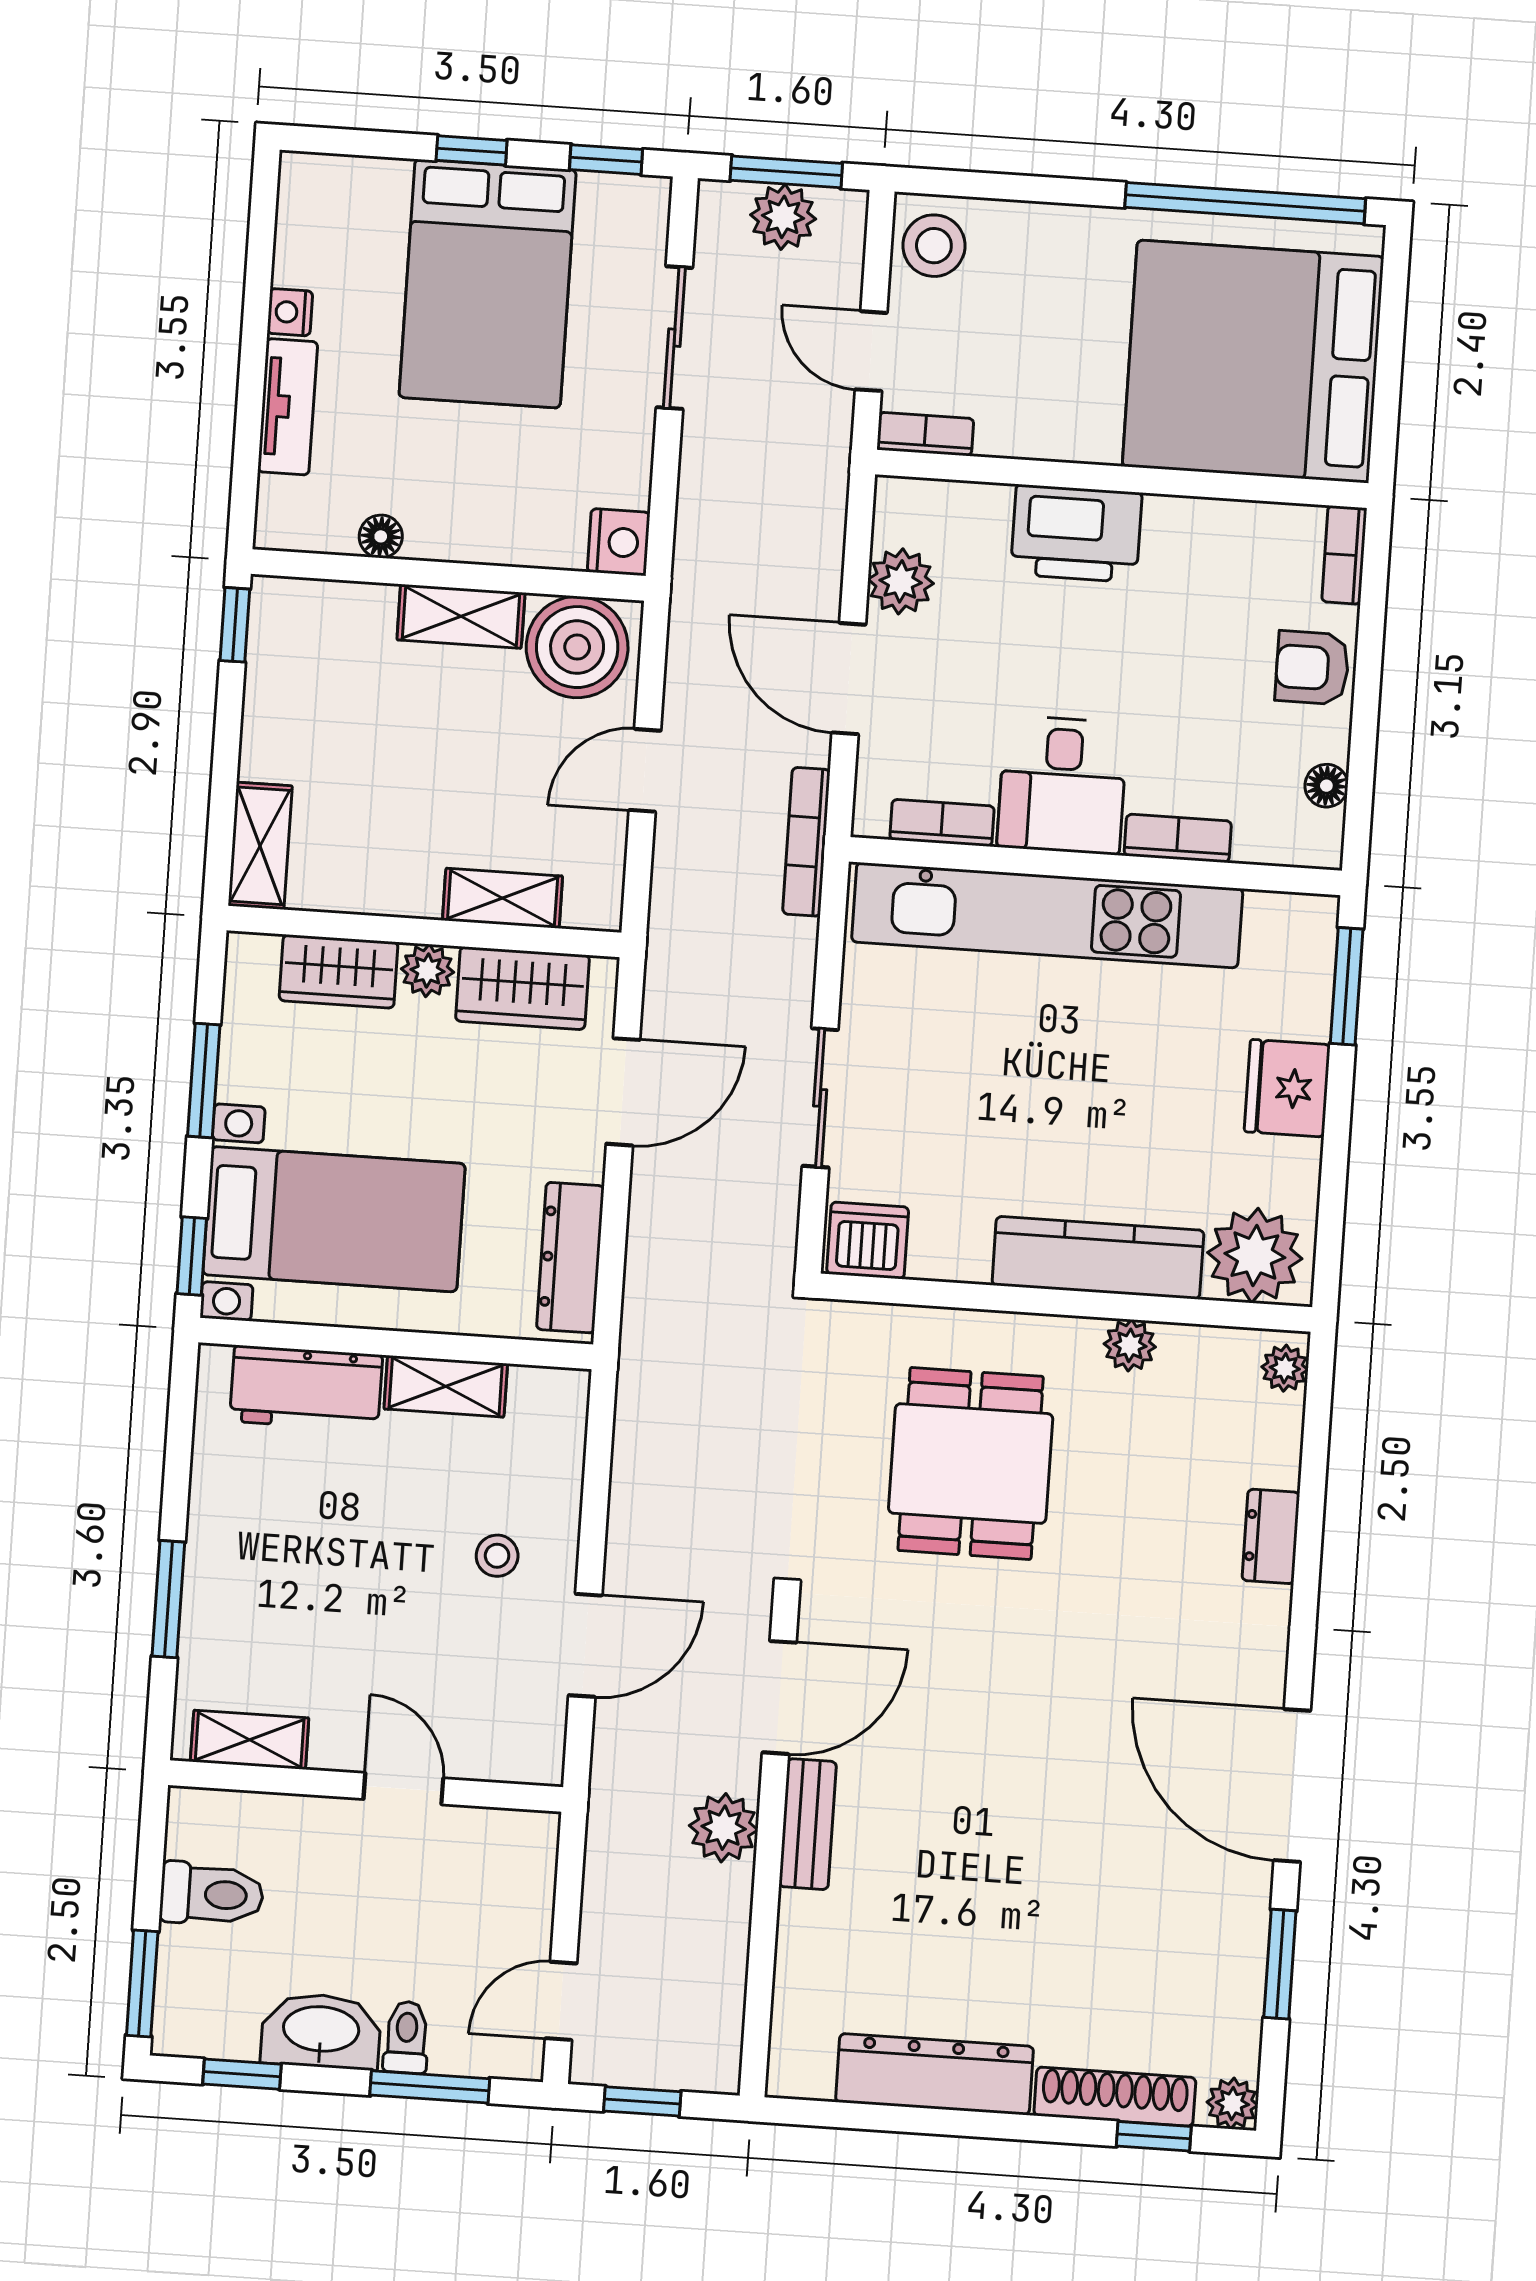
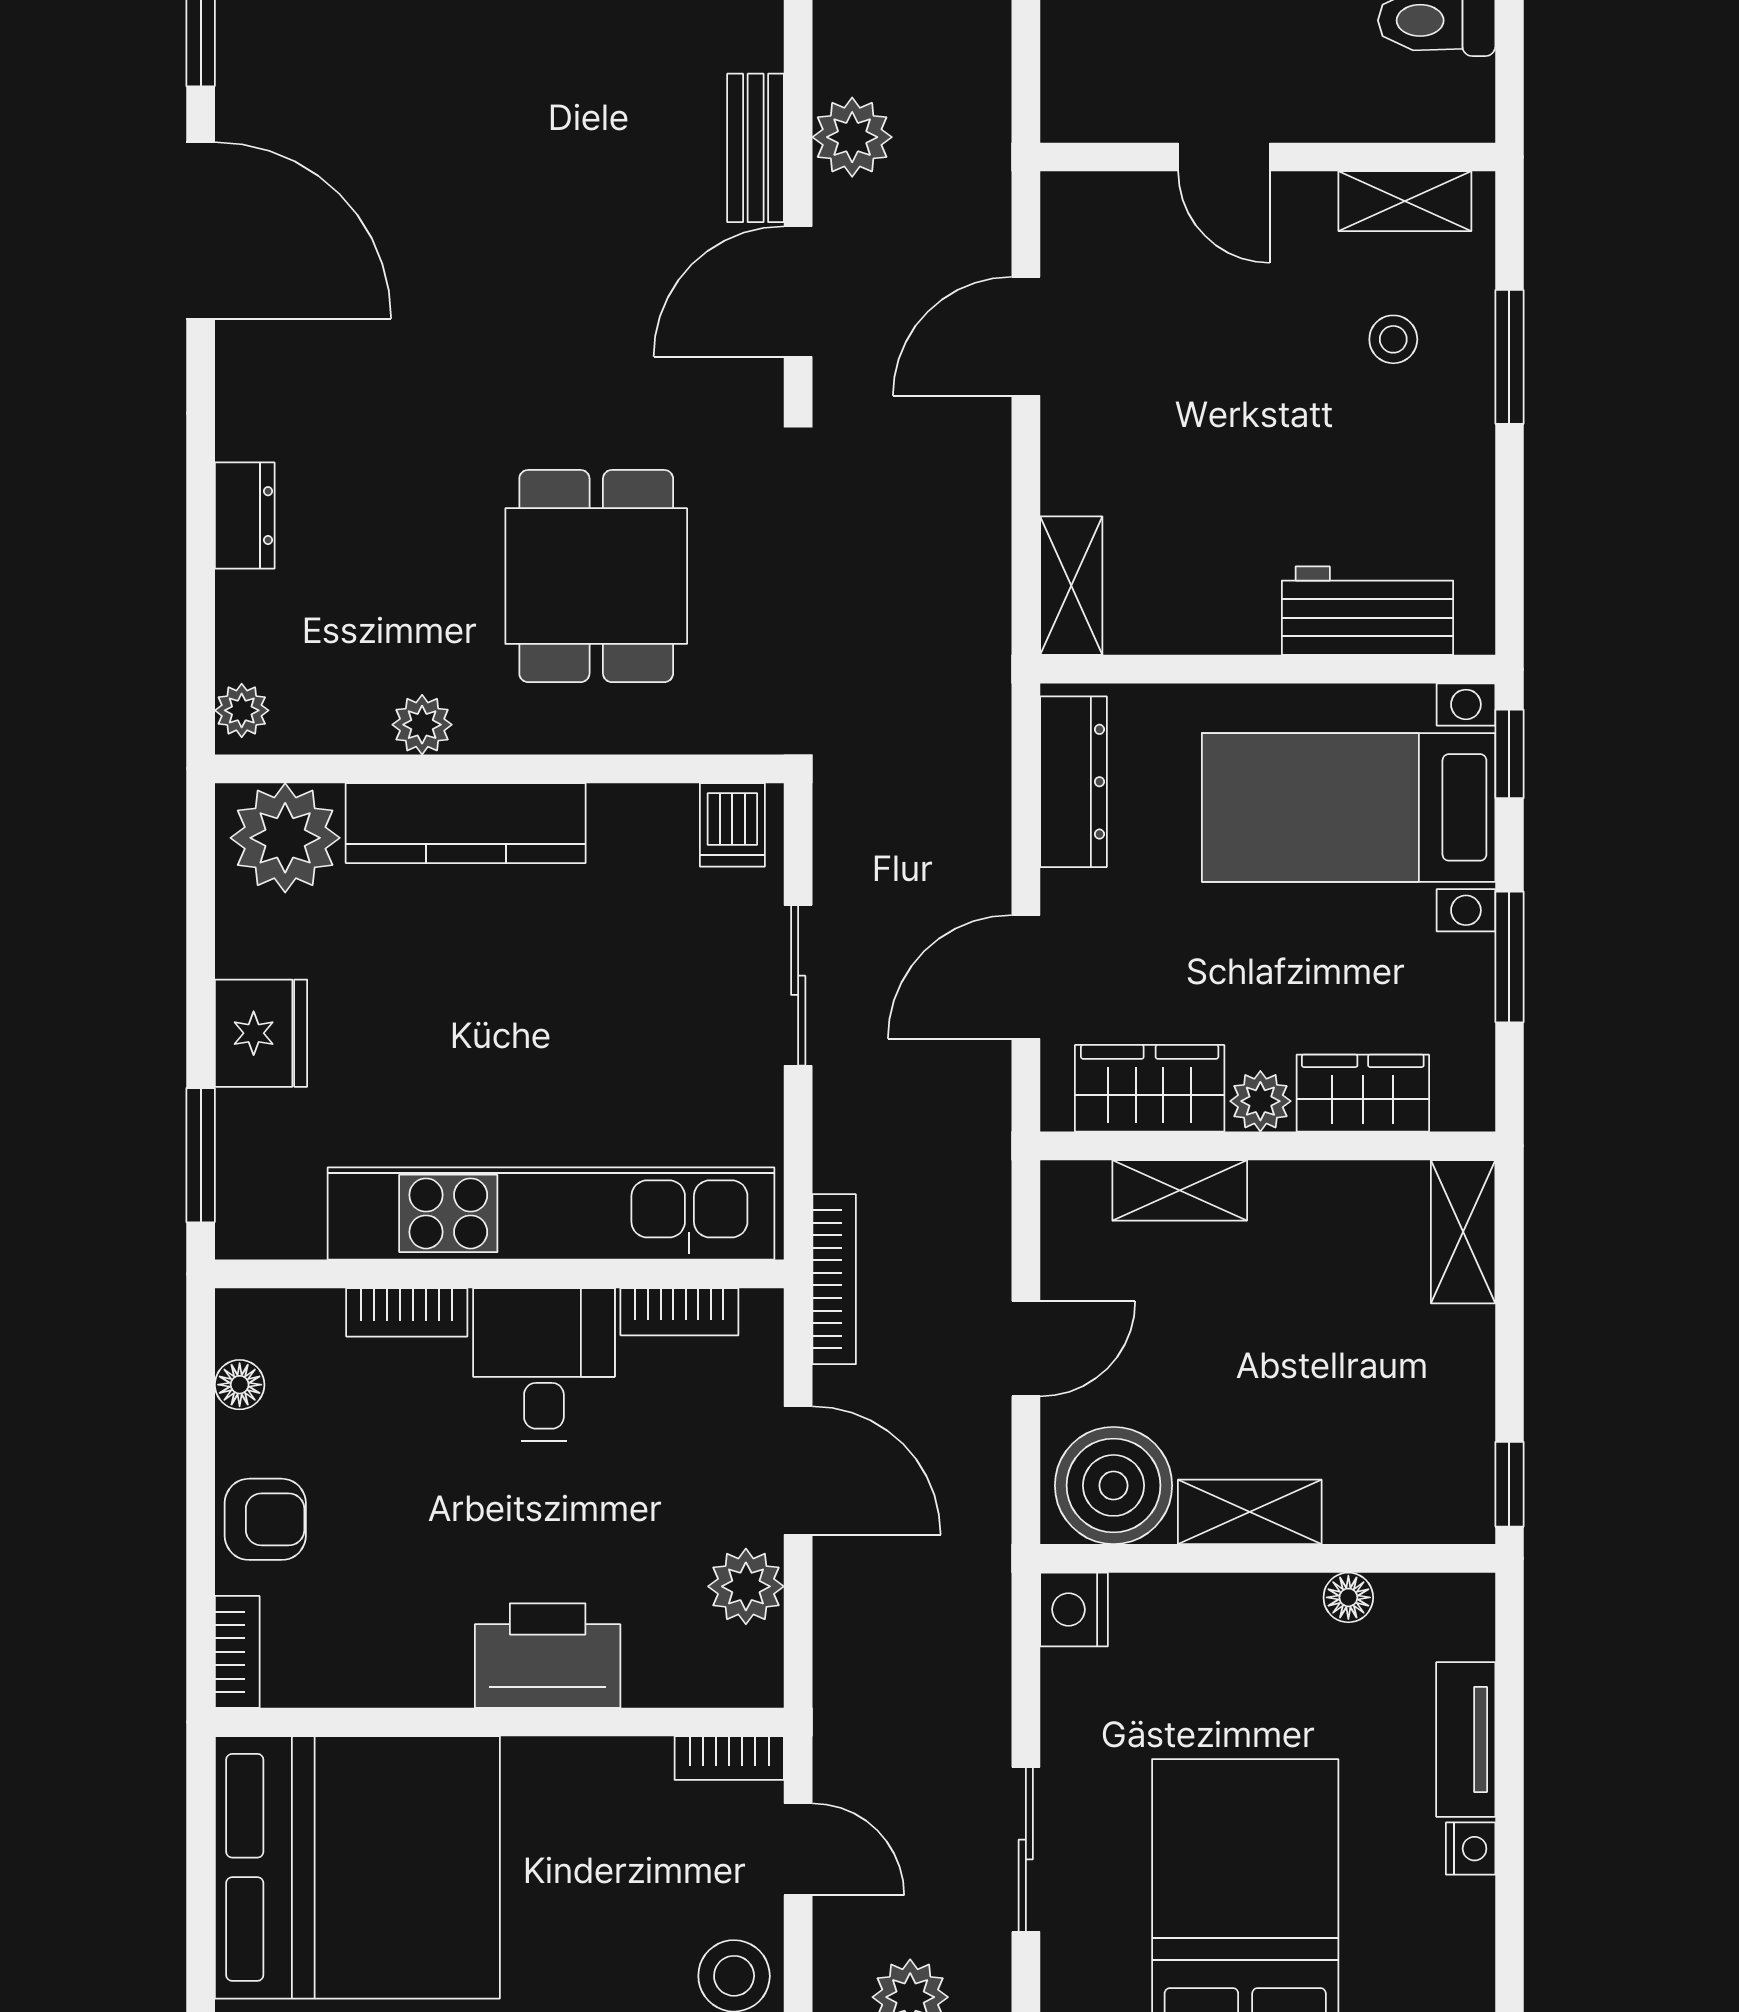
dishwasher: (868, 1240) -> (732, 825), width x0.73
shelving: (446, 1386) -> (1071, 586), moved, turned 90
stool: (497, 1556) -> (1393, 339), moved

